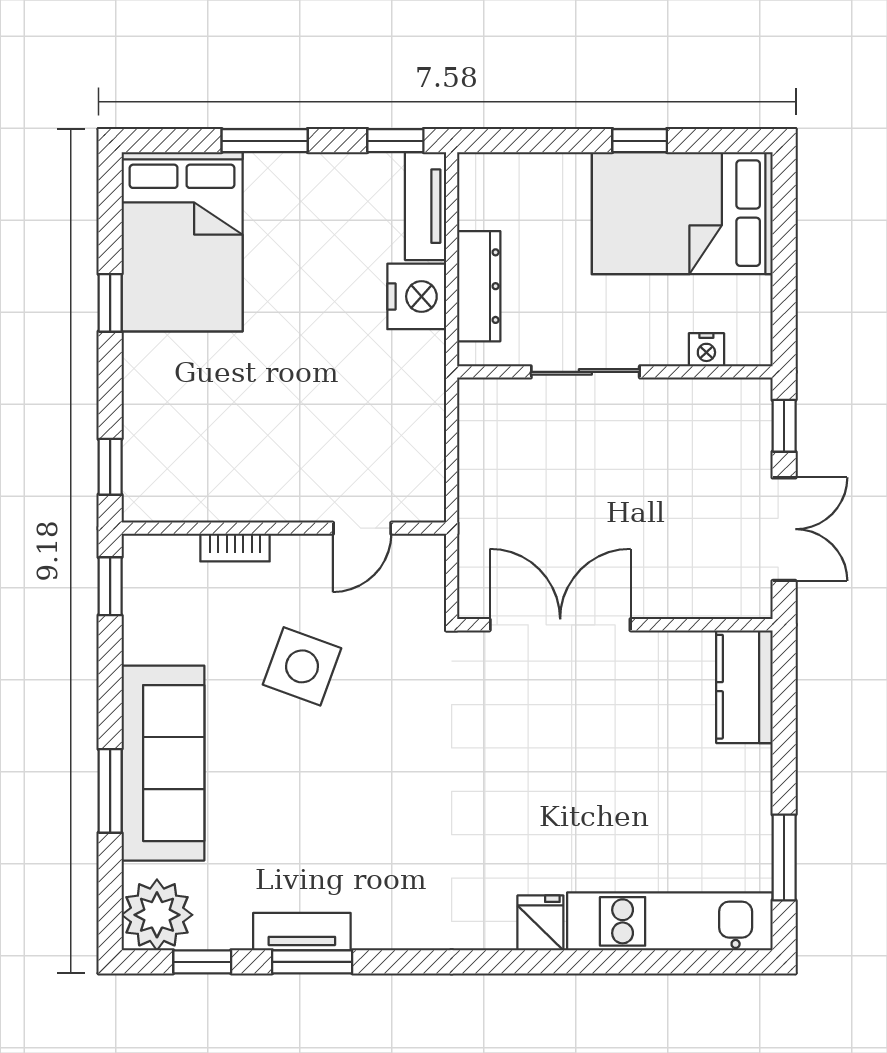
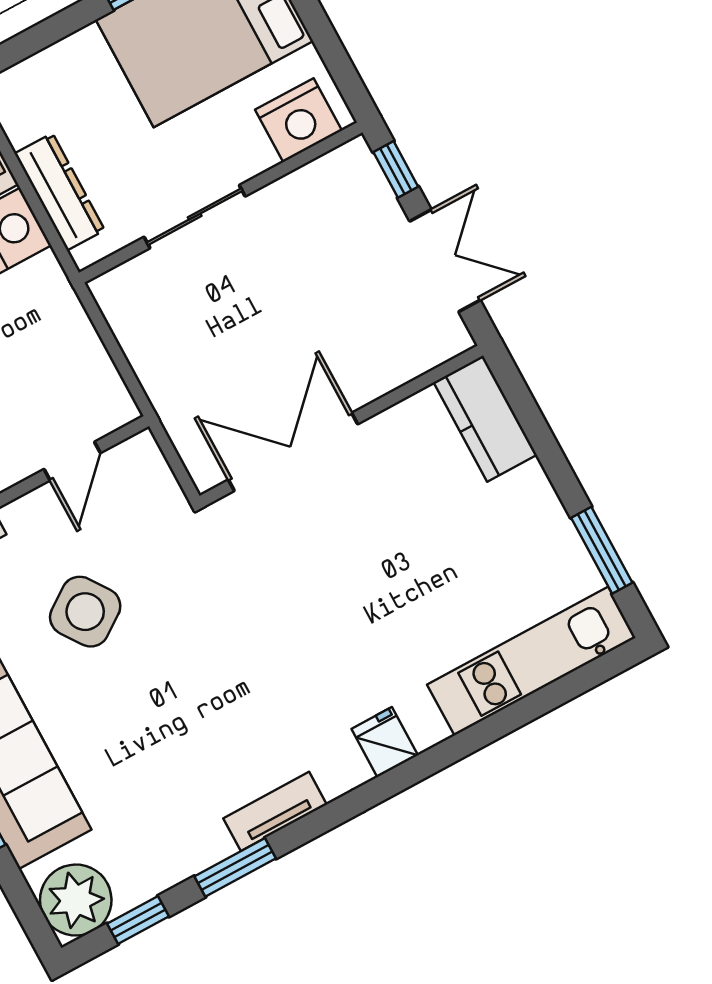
nightstand: (706, 350) -> (298, 120), width x1.89, depth x1.79
side table: (302, 666) -> (85, 612), turned 35
fridge: (540, 923) -> (385, 742), moved
tv unit: (302, 932) -> (275, 811), moved

